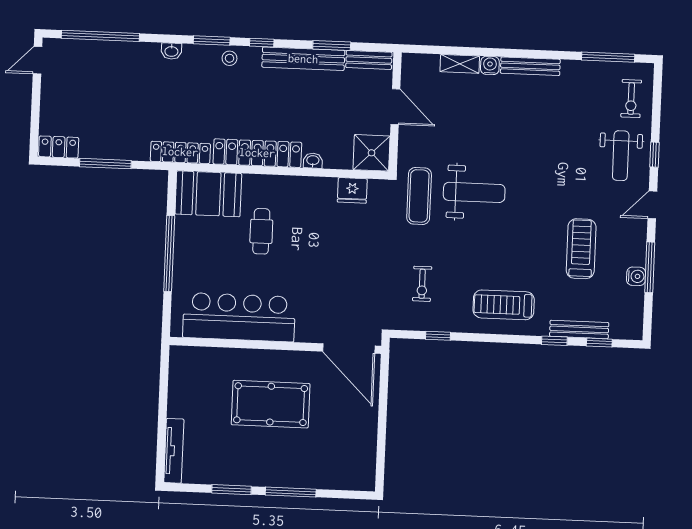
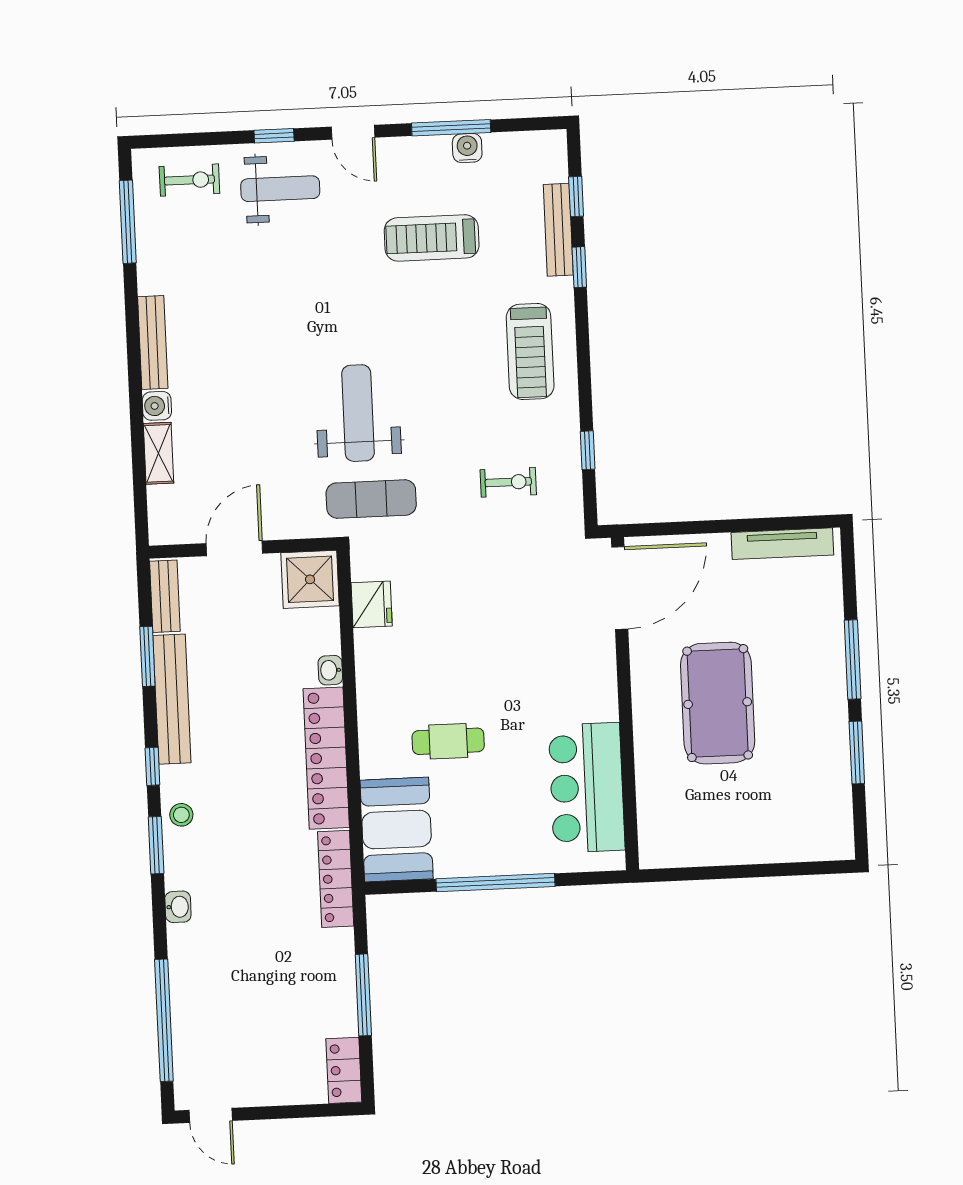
bar counter: (239, 317) -> (587, 788), width x0.73
tv unit: (174, 451) -> (782, 544), moved, turned 180

